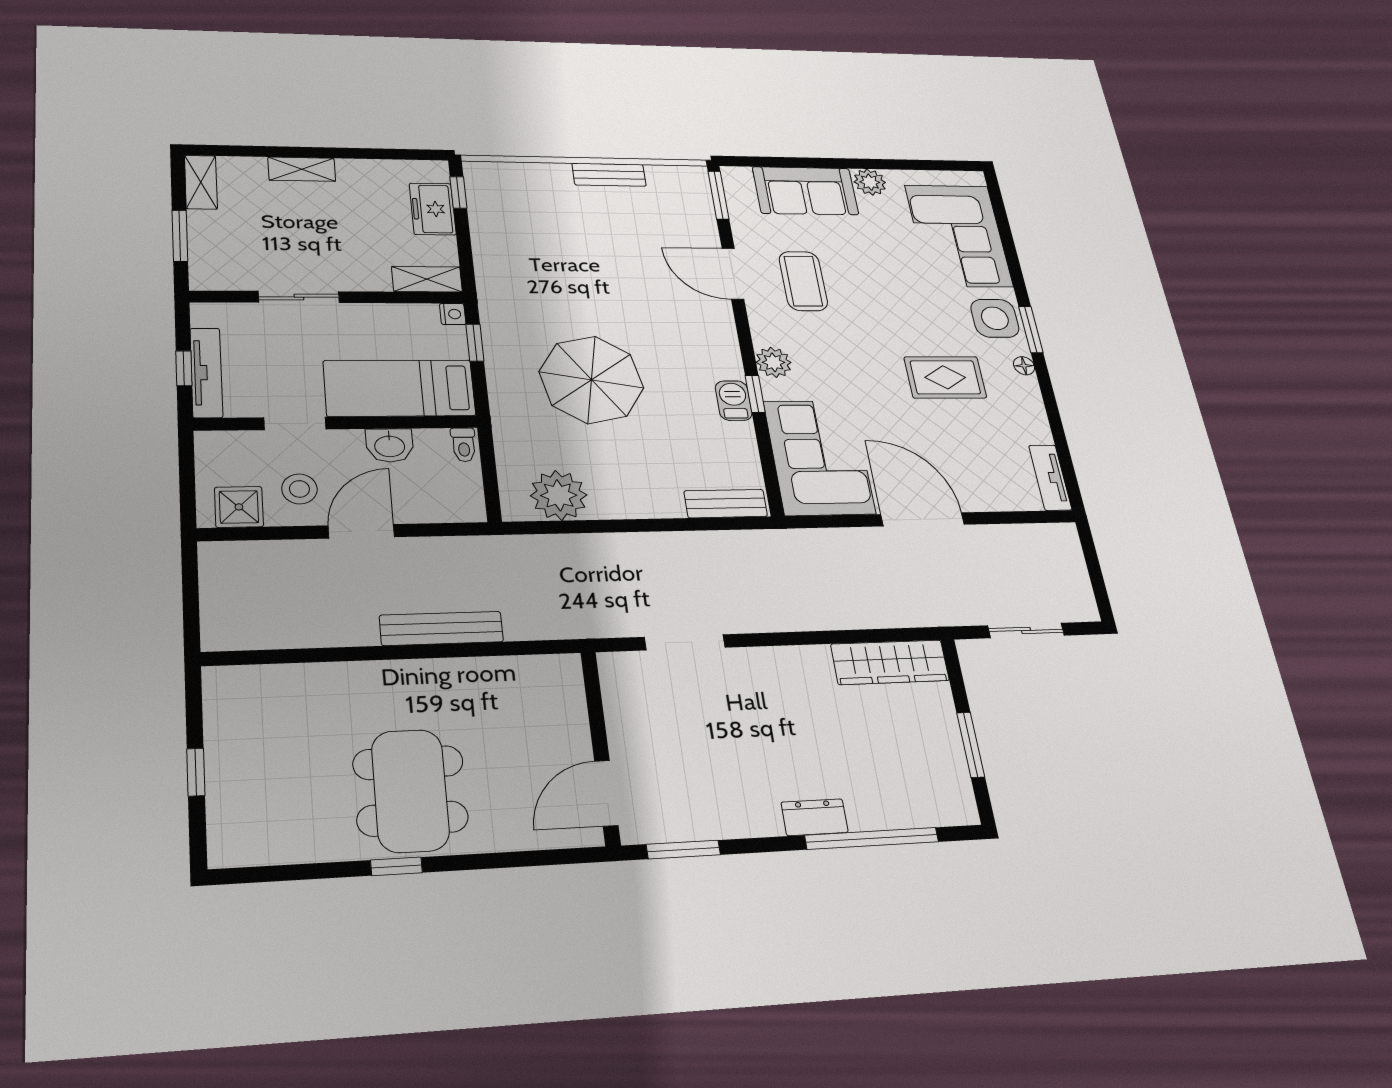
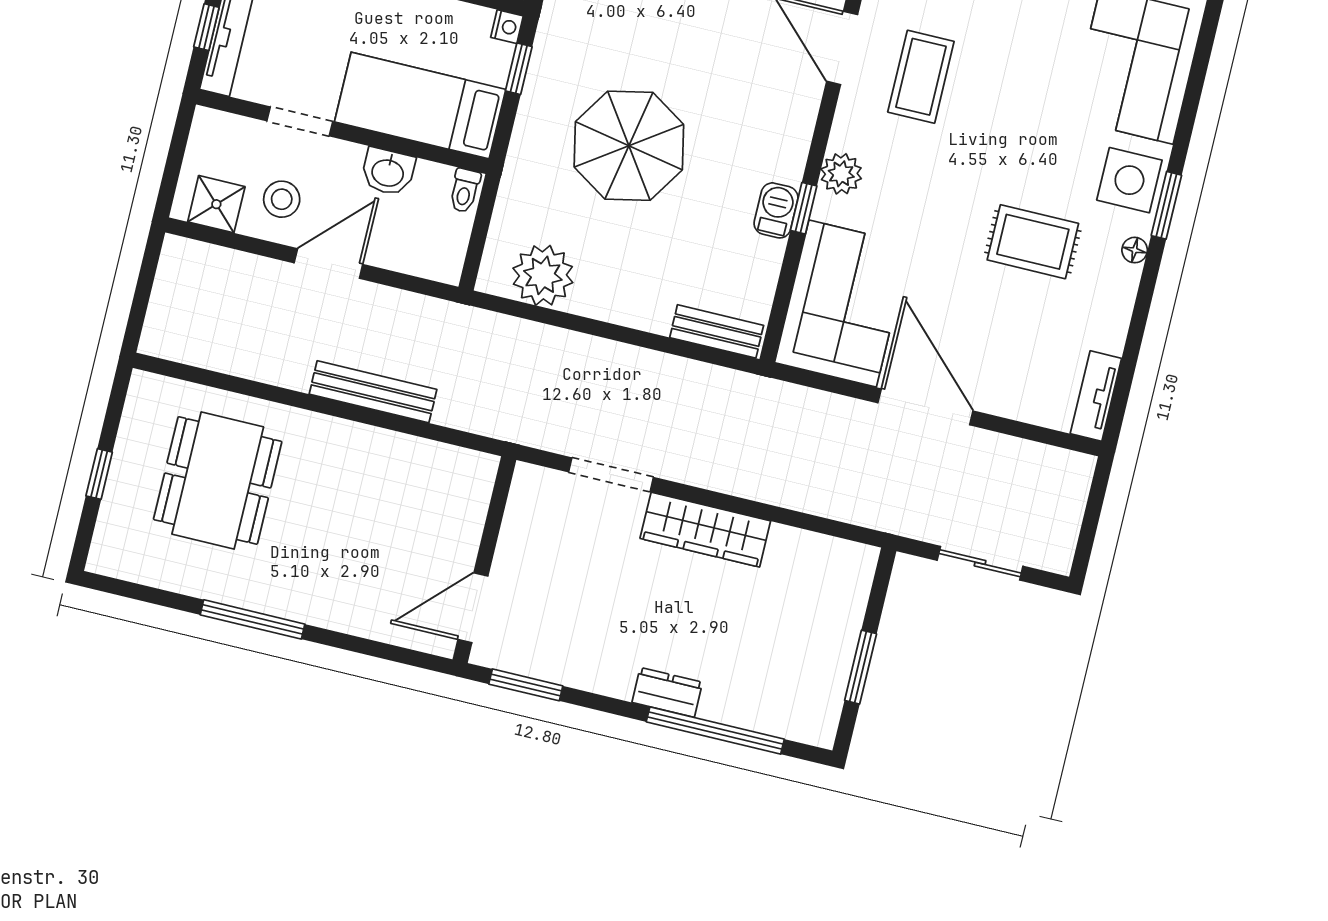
wardrobe: (890, 662) -> (705, 530), moved
dining table: (410, 791) -> (218, 480), moved
window: (396, 866) -> (253, 619), width x2.17

